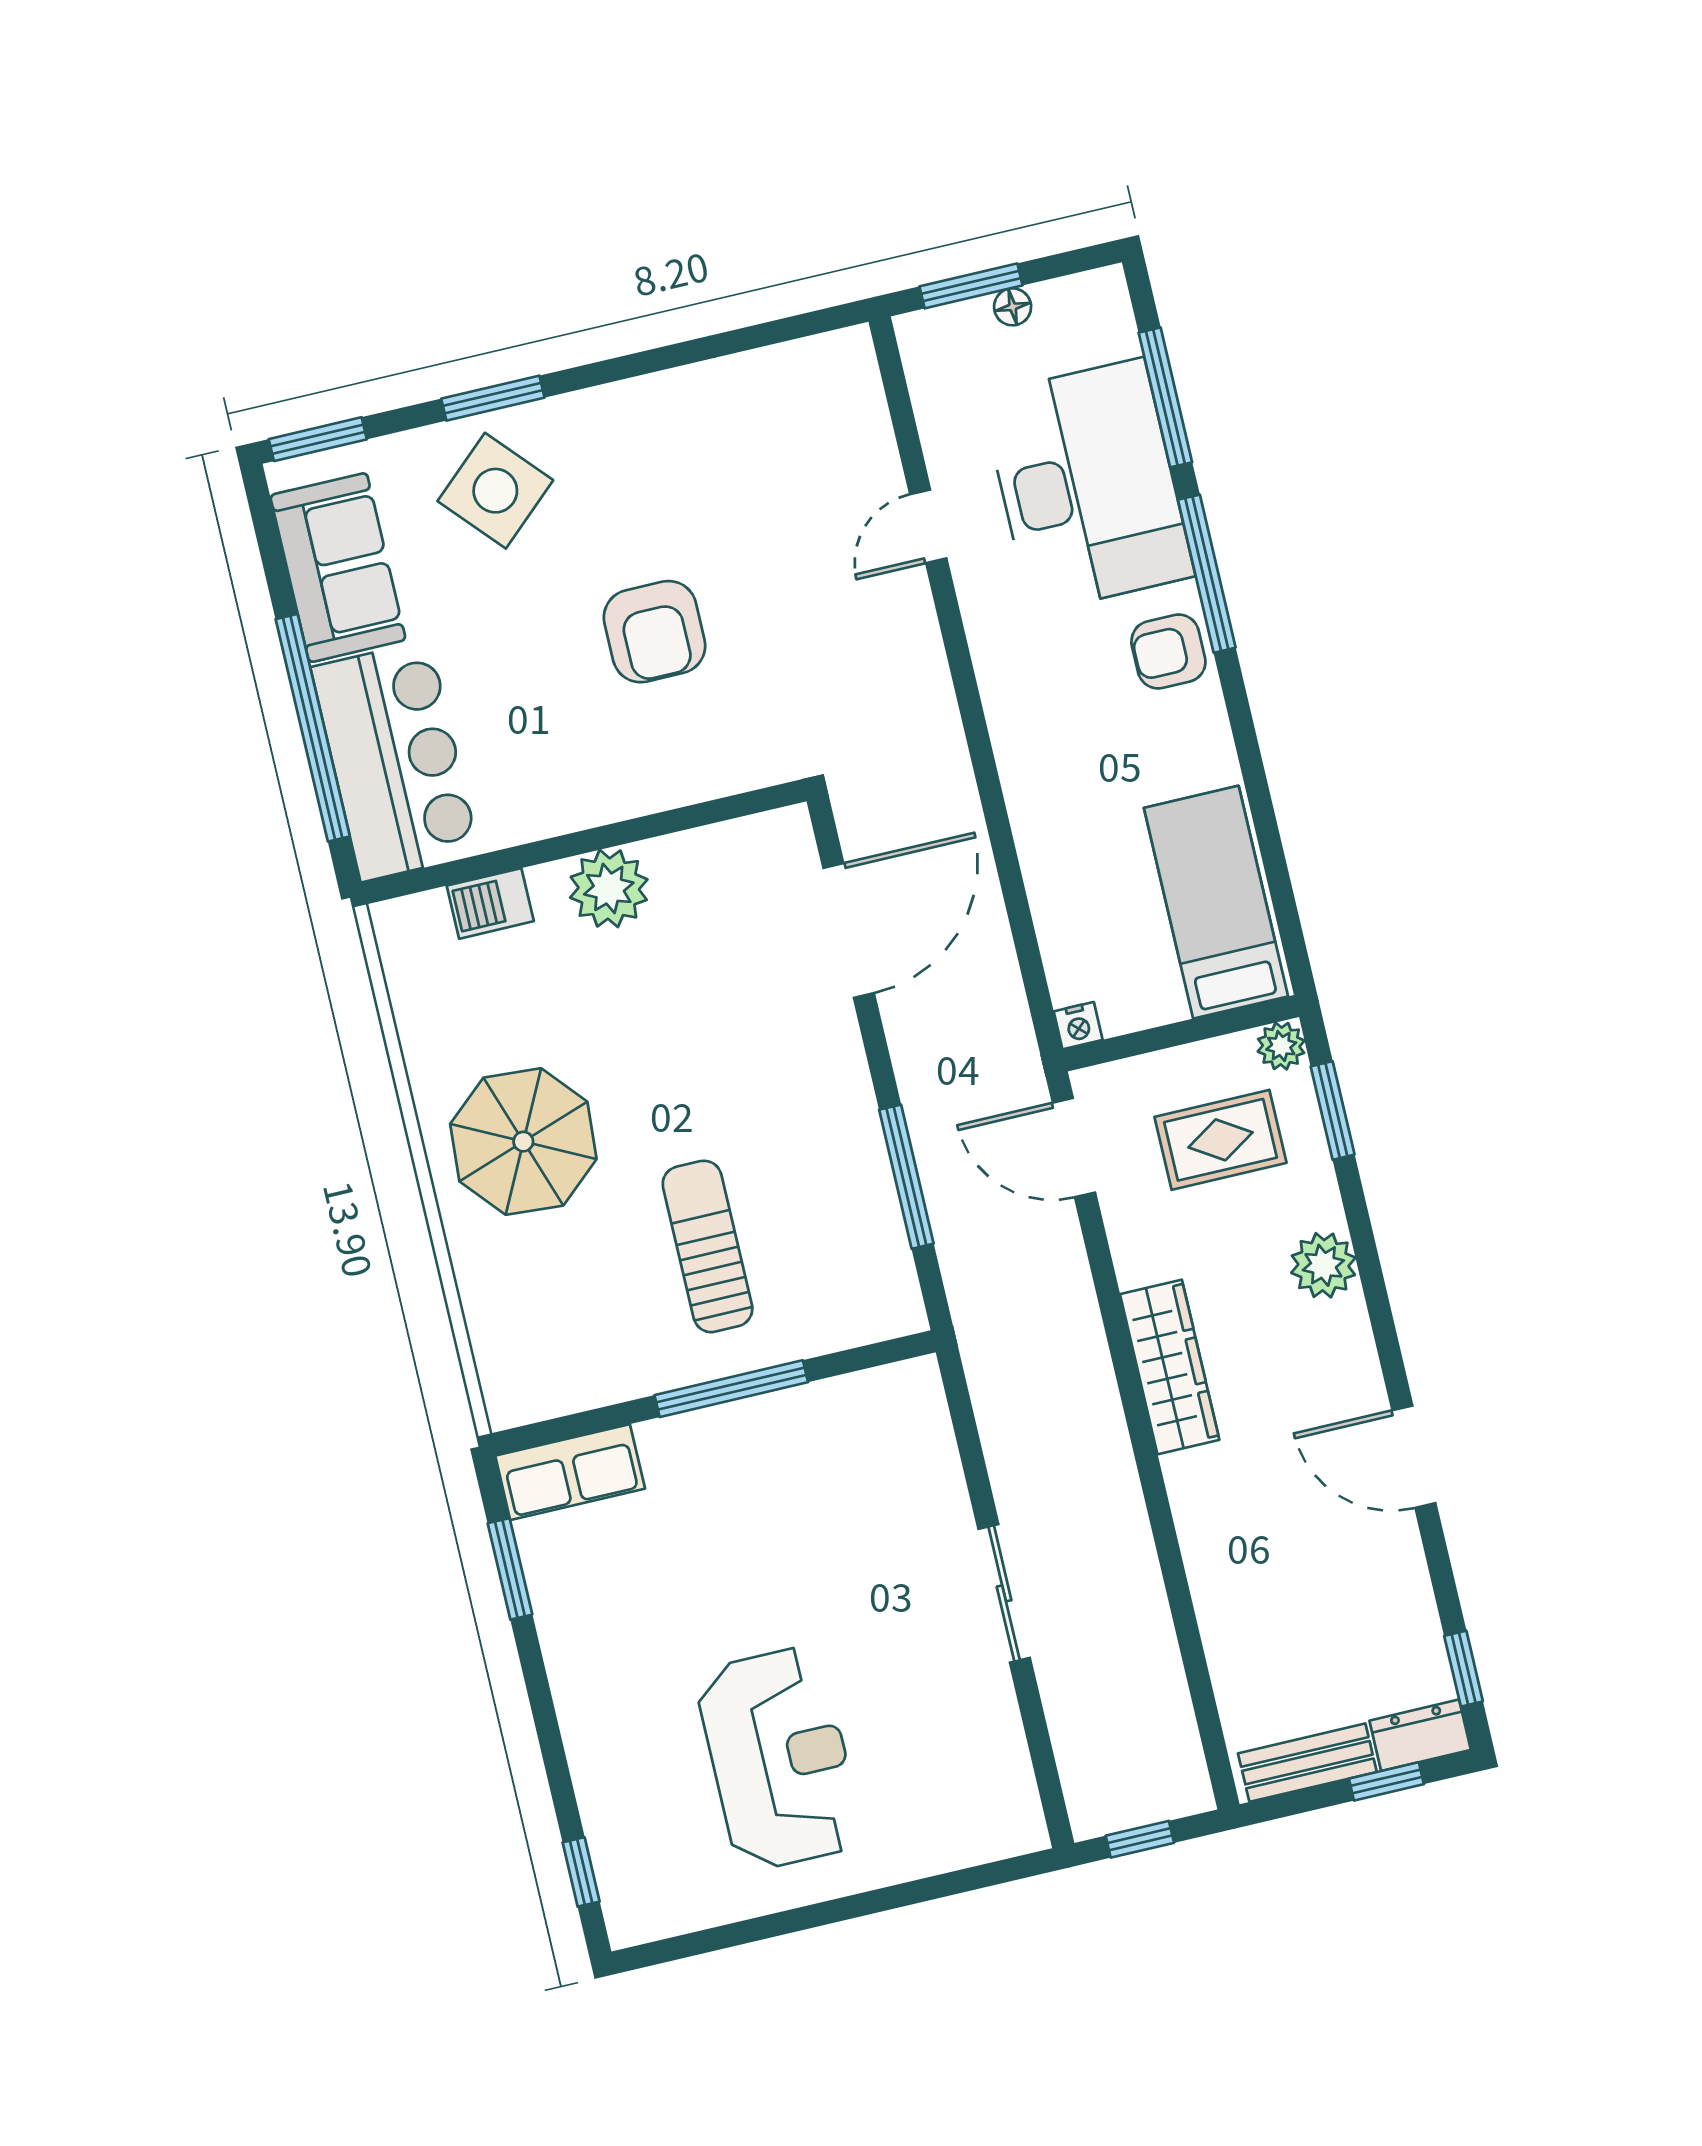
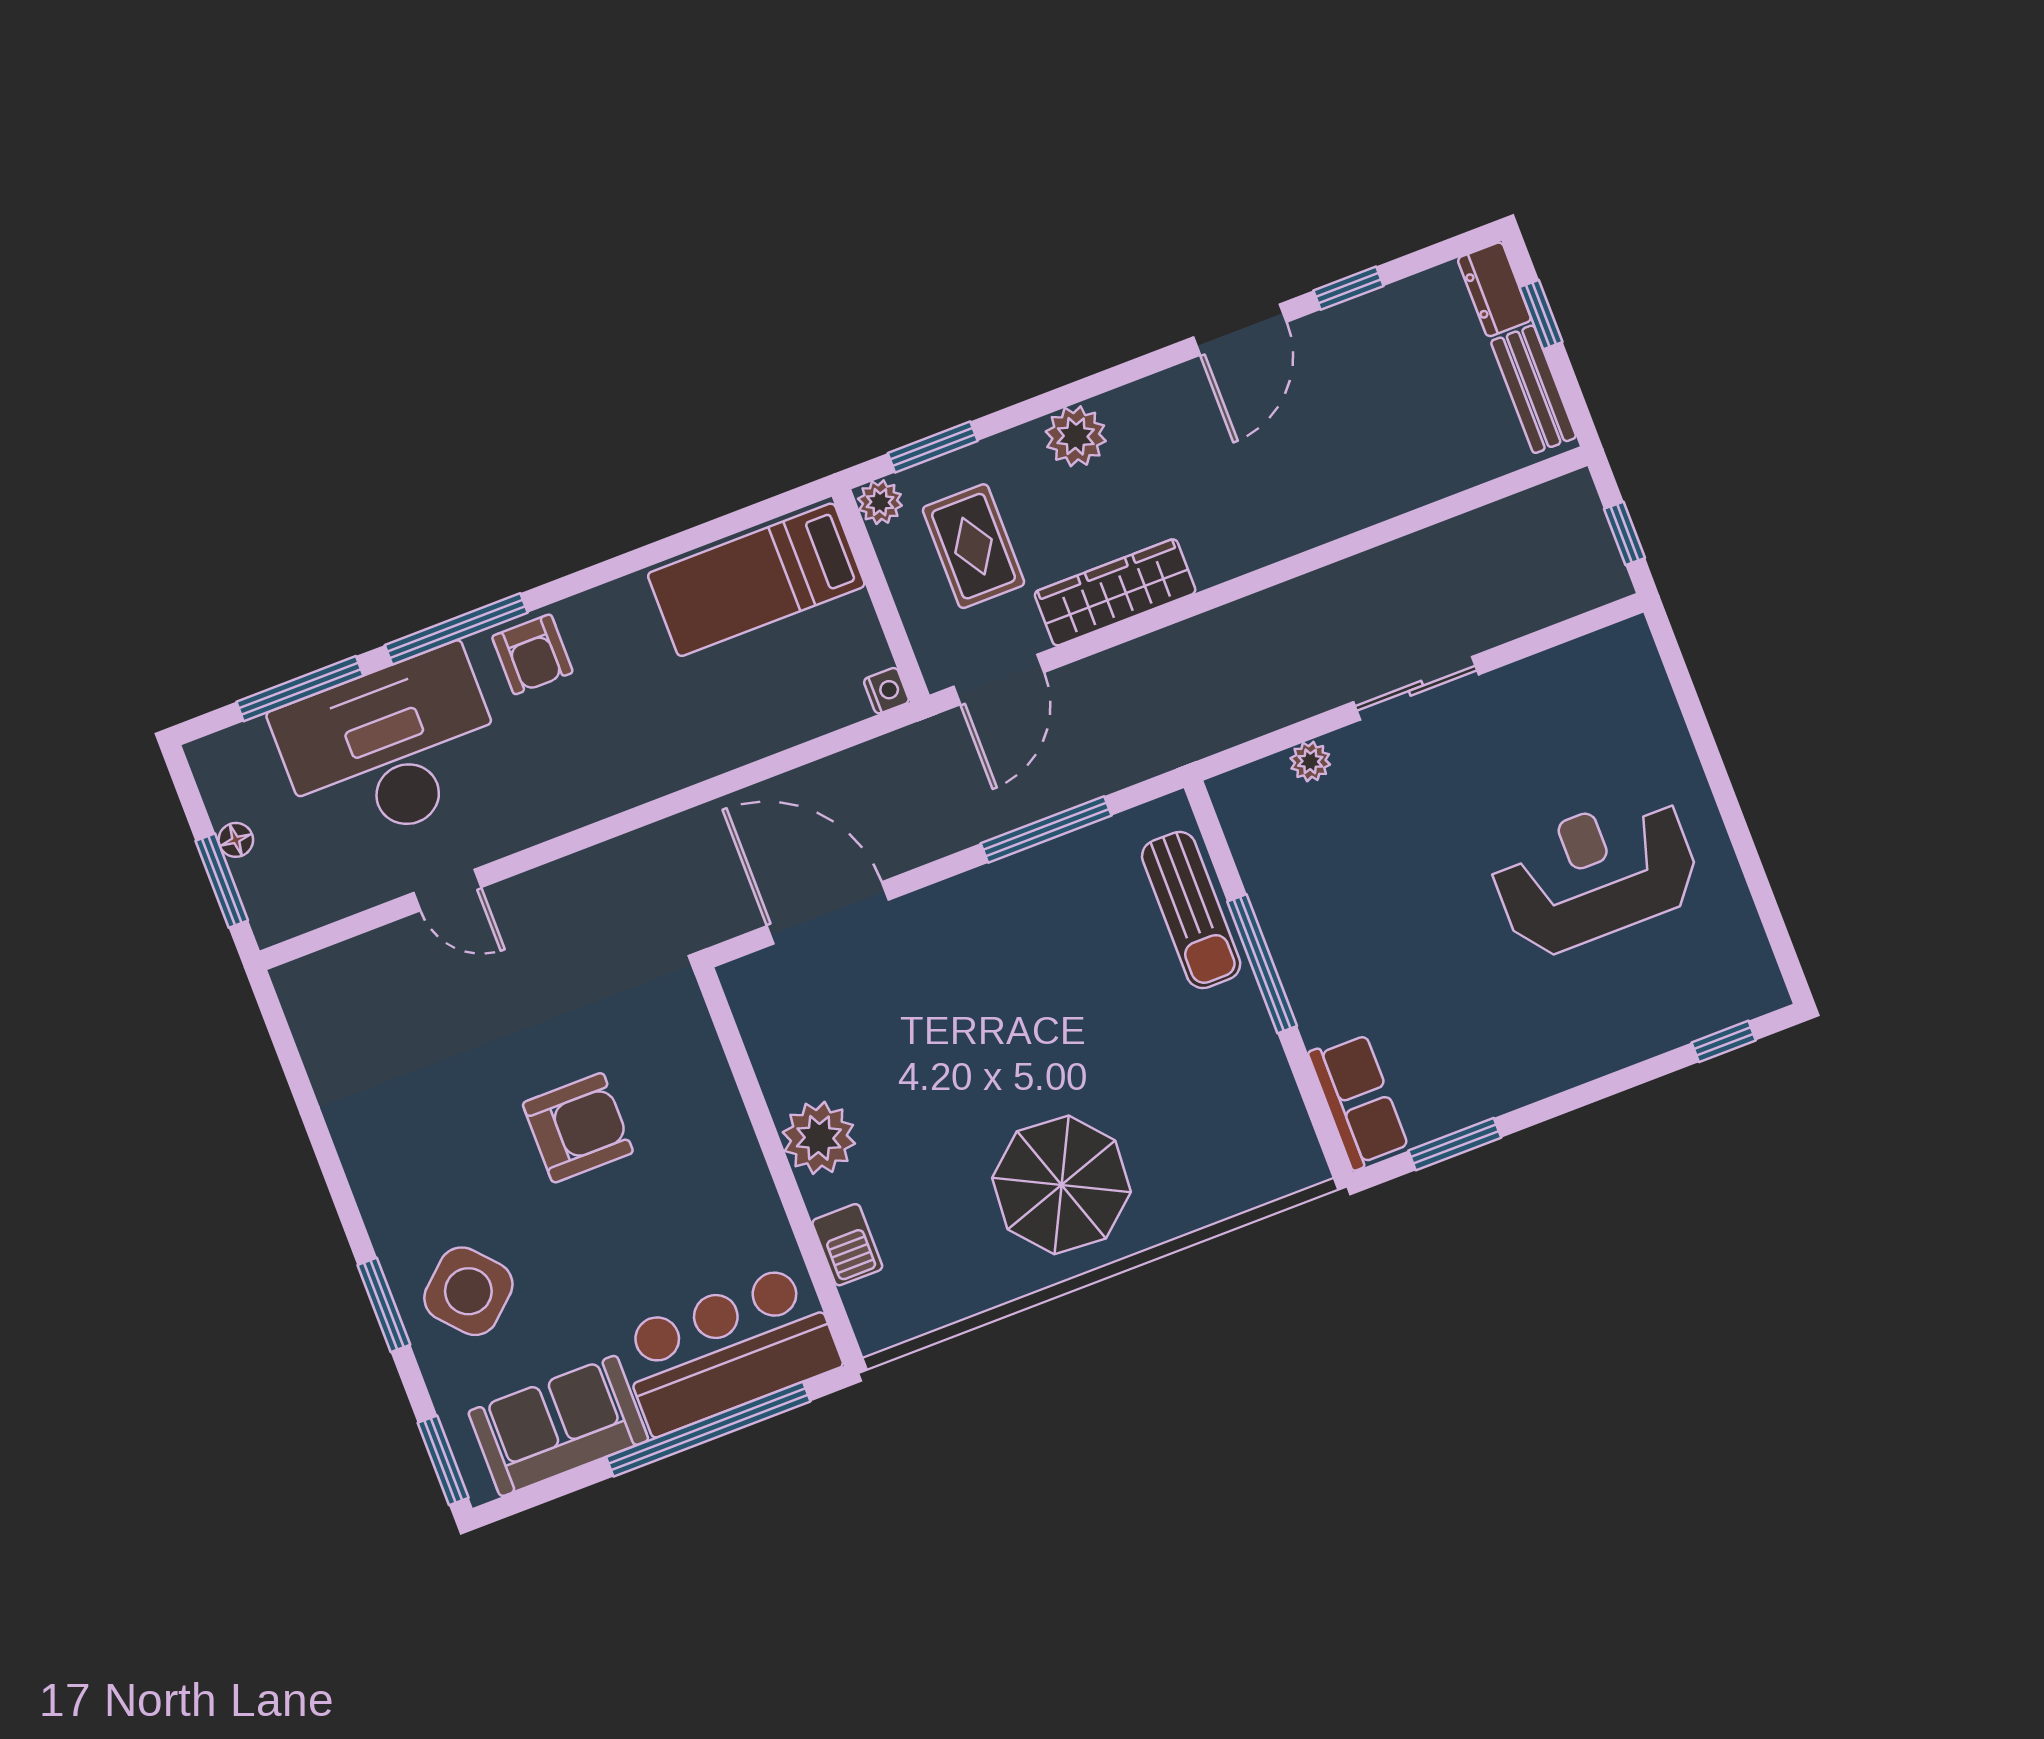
sun lounger: (708, 1246) -> (1191, 910), moved, turned -90
wardrobe: (1170, 1367) -> (1115, 592), moved
plant: (941, 1469) -> (1310, 761), added
window: (1464, 1669) -> (1348, 288), moved

